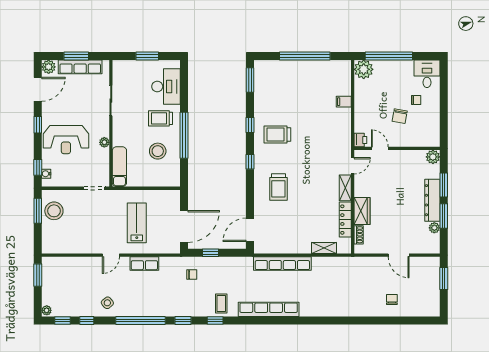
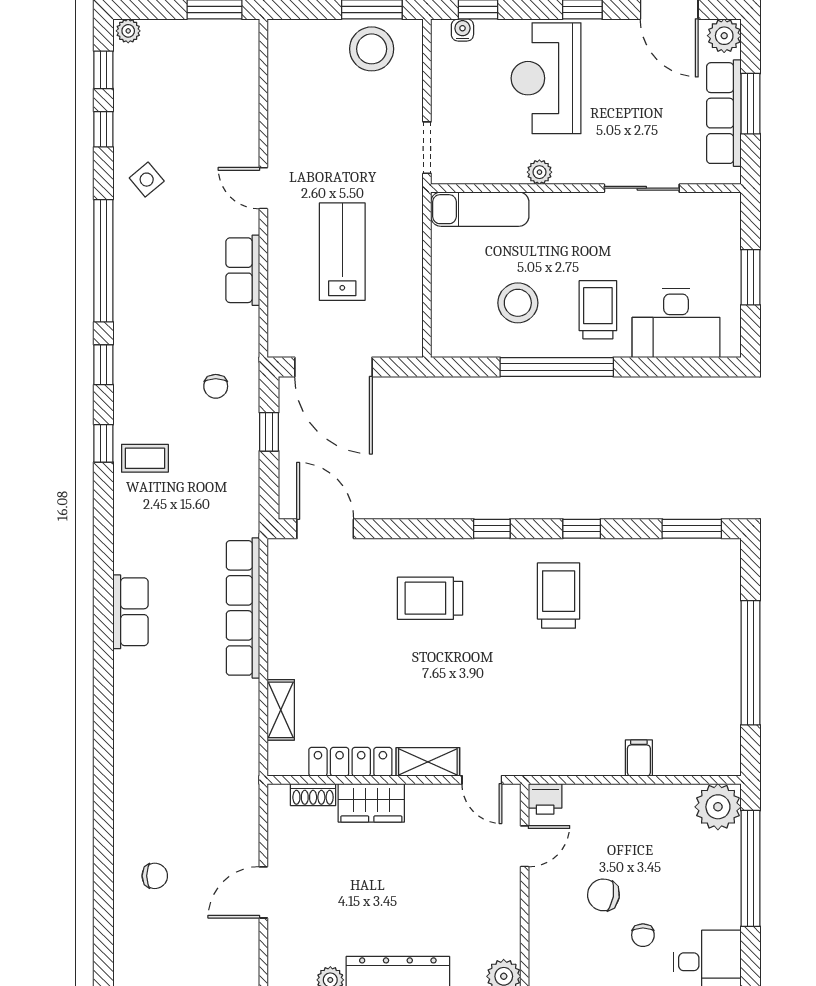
lab bench: (137, 223) -> (342, 252), turned -90
row of seats: (269, 309) -> (130, 612), width x0.50

